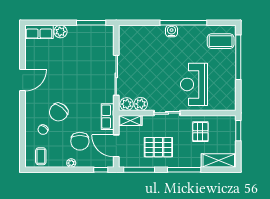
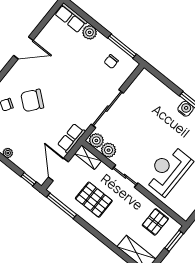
pallet: (200, 132) -> (155, 222), moved
chair: (80, 141) -> (111, 62), moved, width x0.54, depth x0.54
window: (184, 170) -> (100, 237), removed

